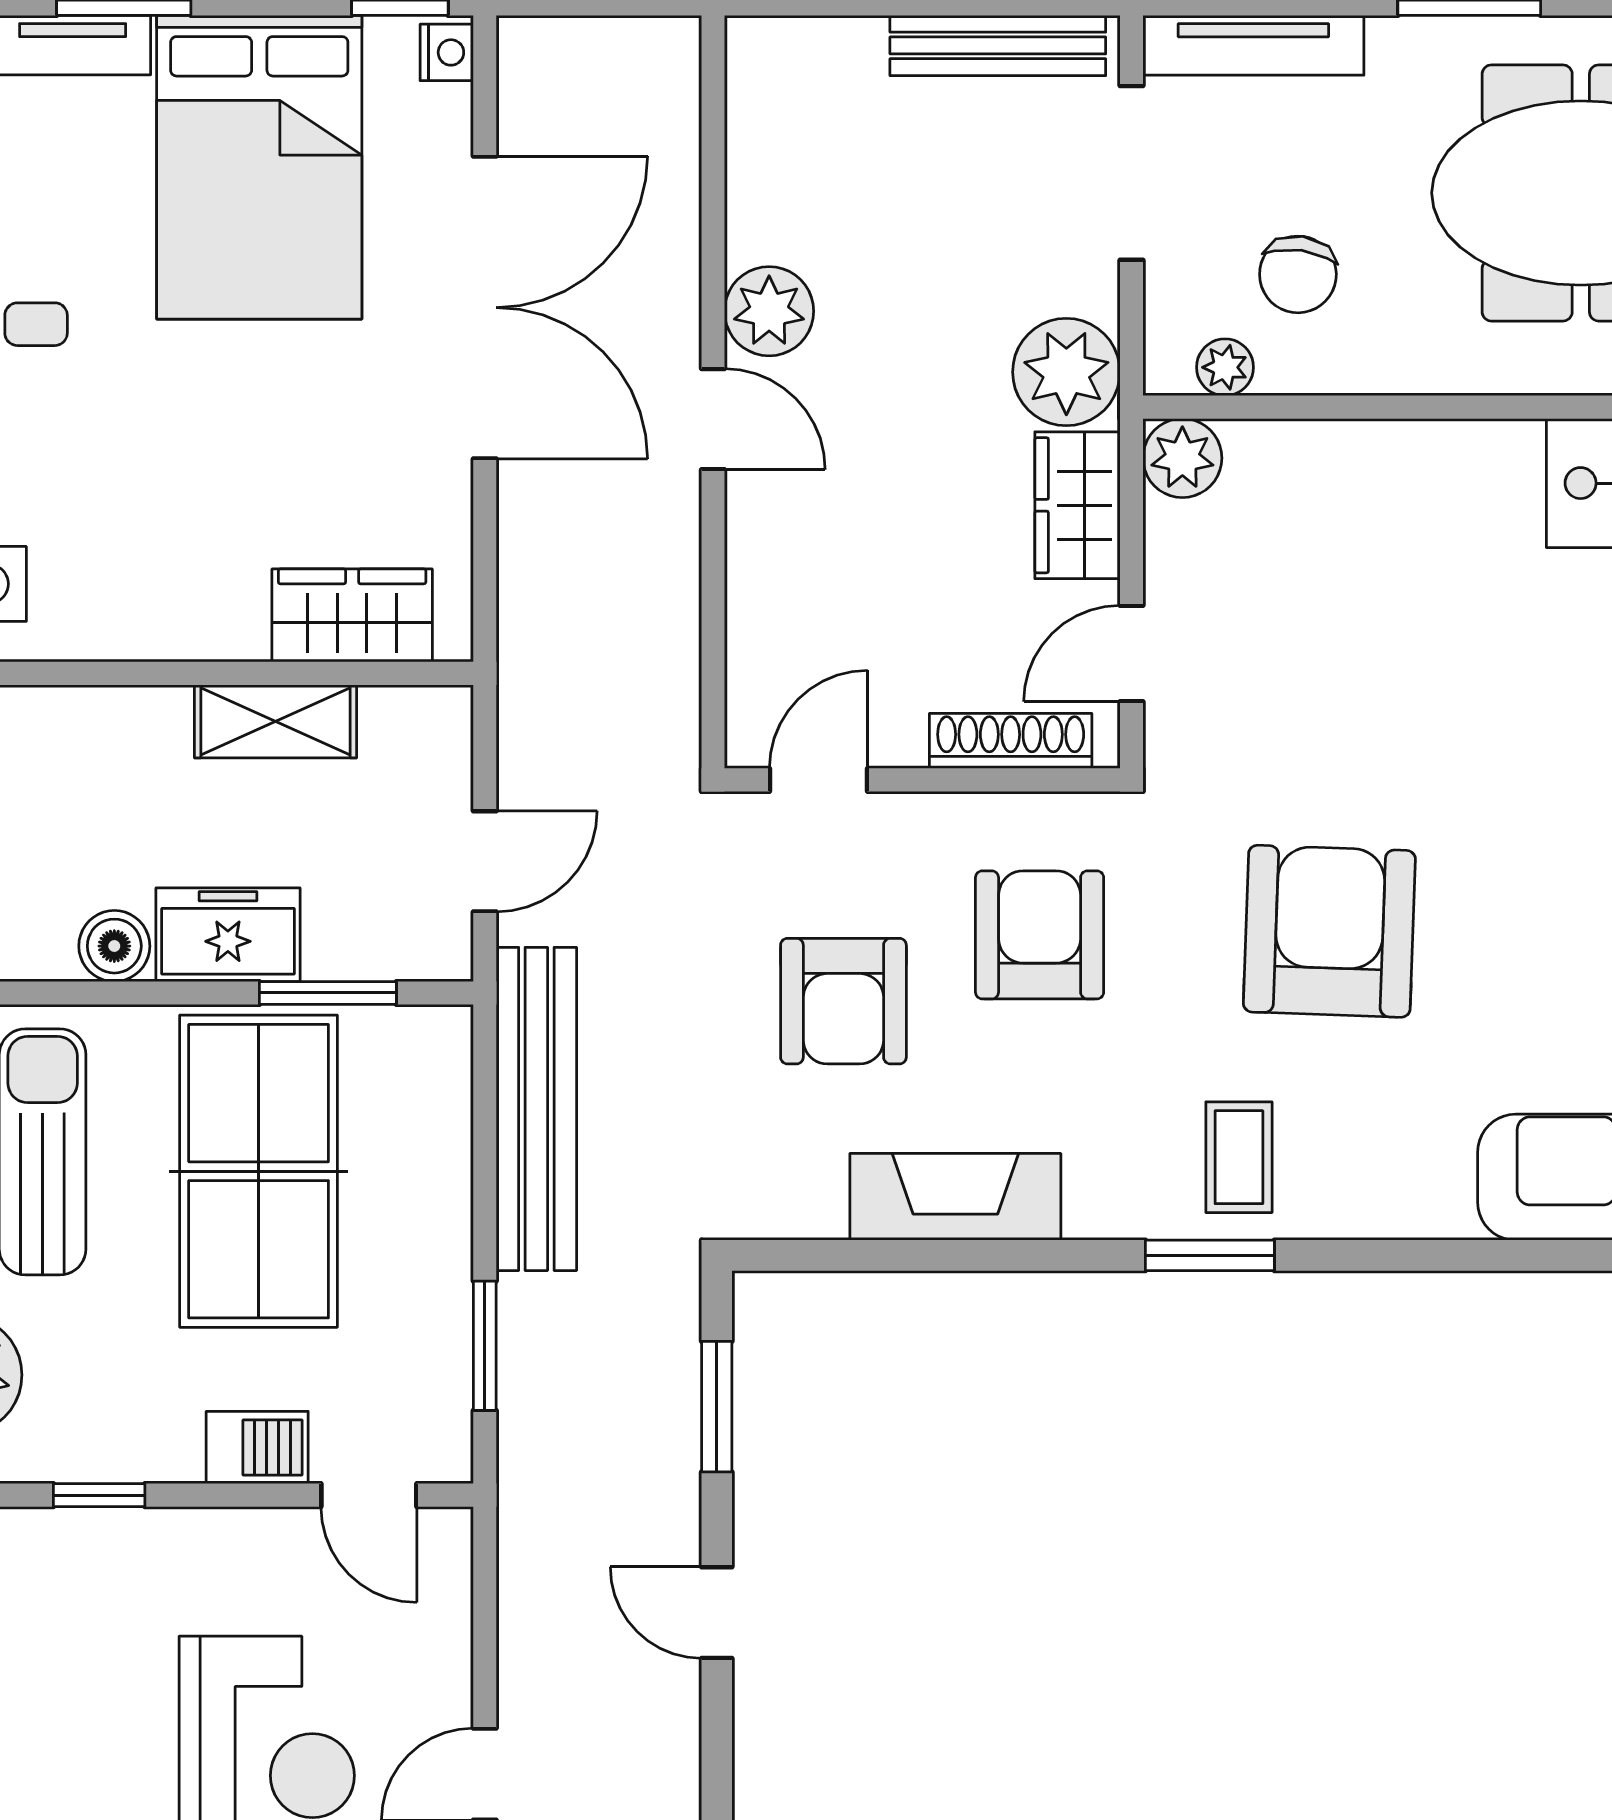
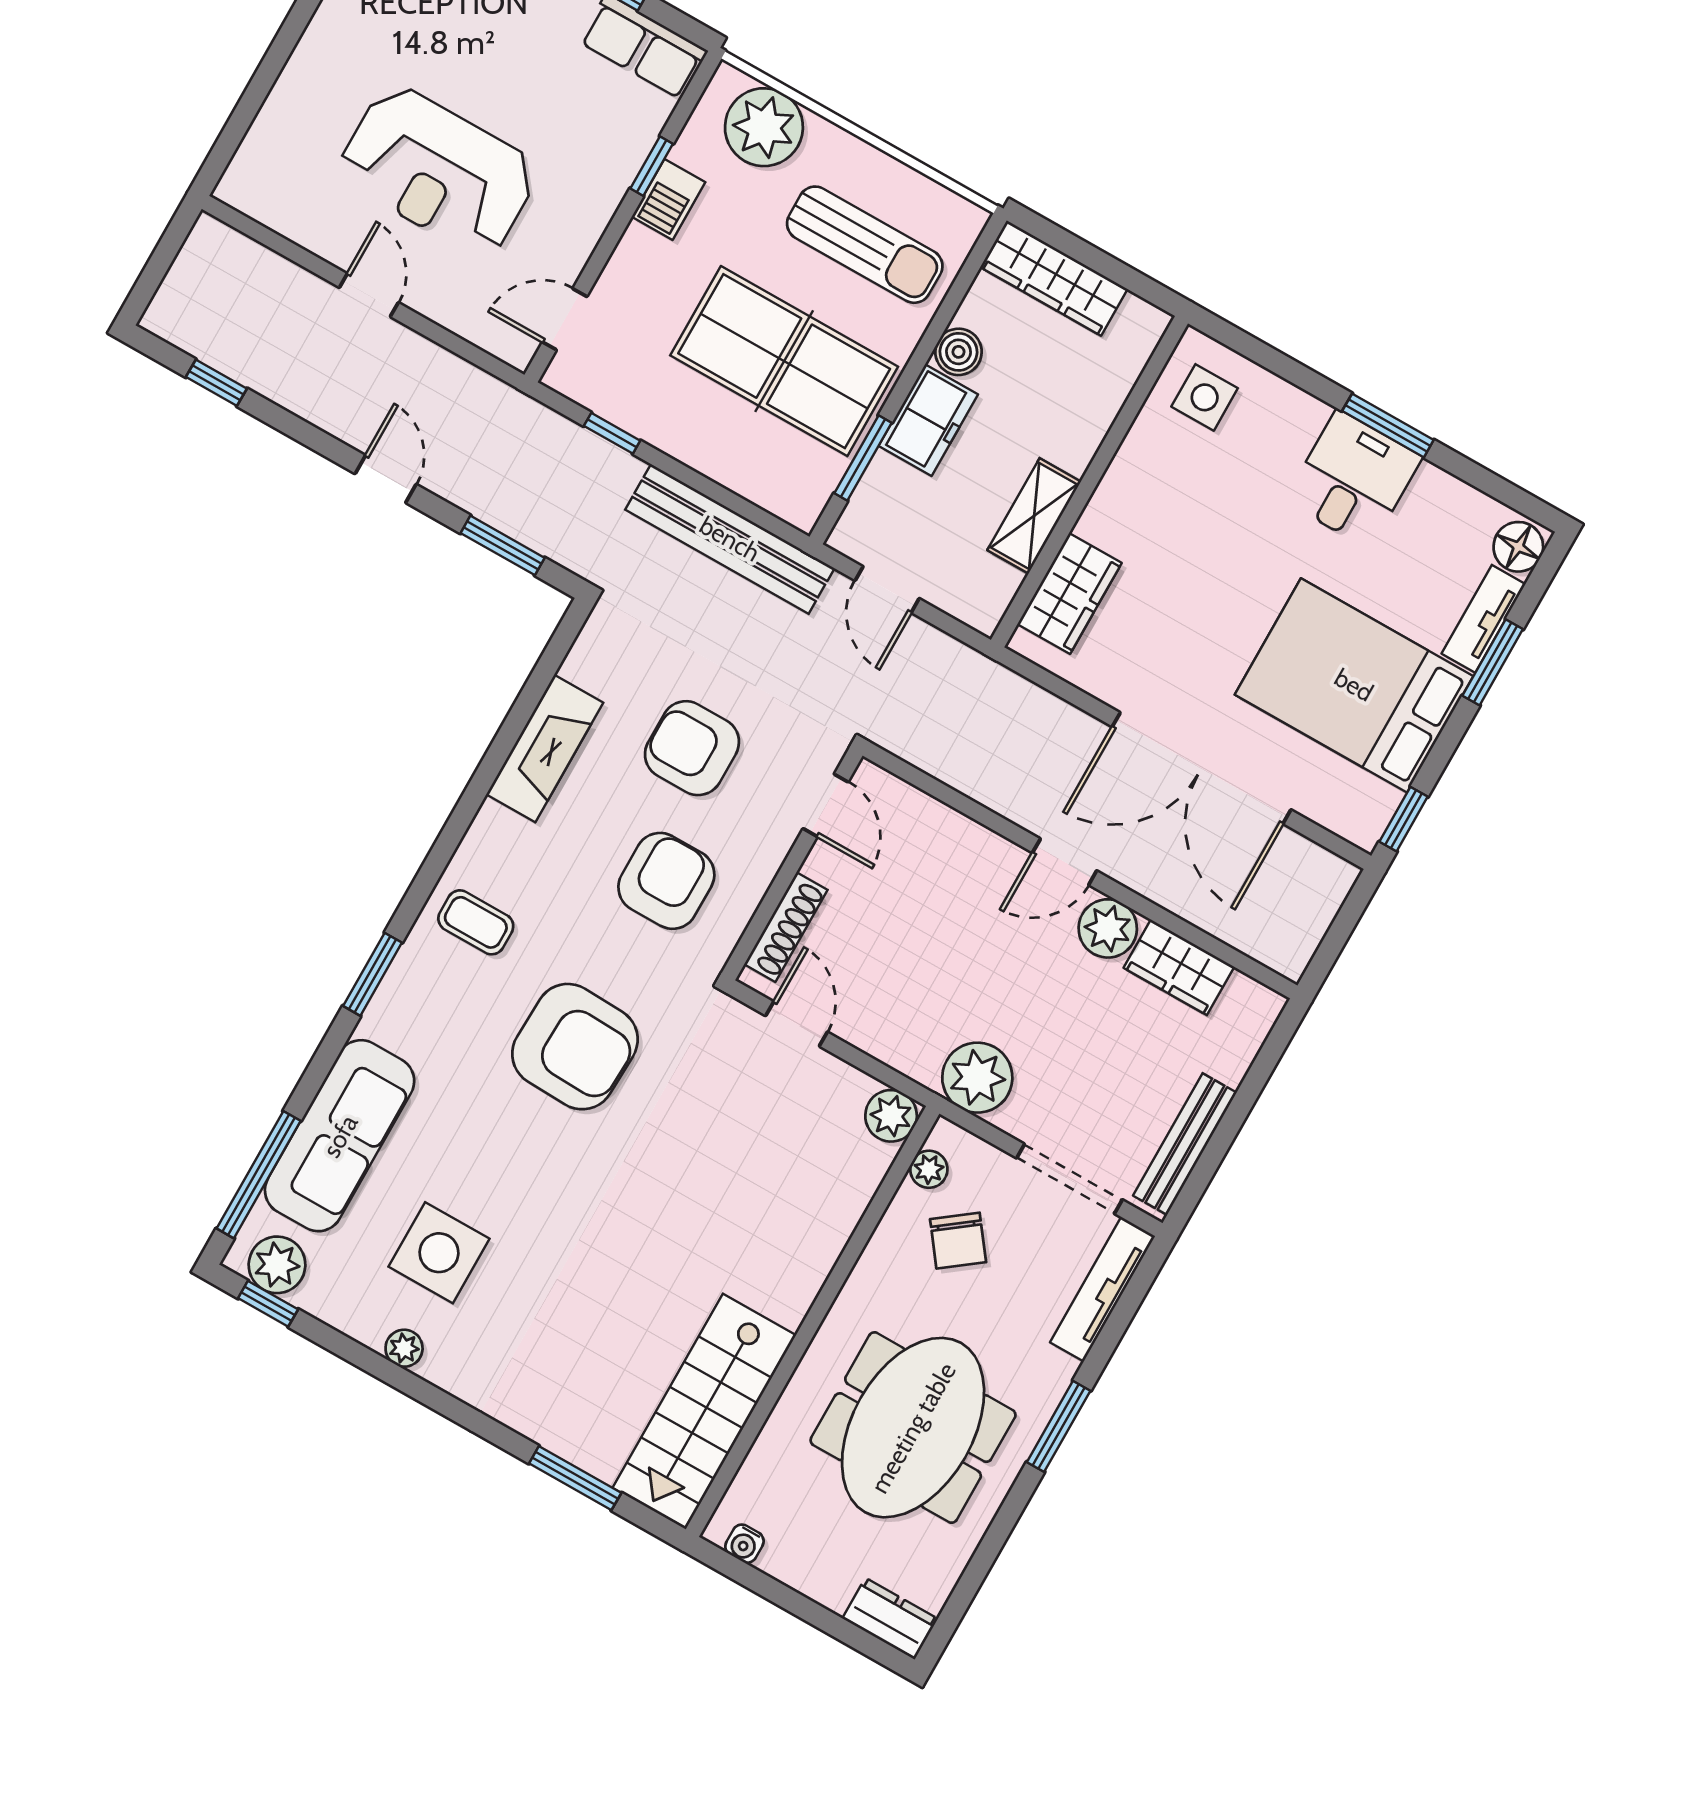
nightstand: (447, 52) -> (1359, 829), removed
chair: (1298, 274) -> (958, 1241), turned -135
wardrobe: (1077, 505) -> (1179, 967), moved, turned 180
armchair: (1040, 935) -> (666, 881), turned -90
window: (1210, 1255) -> (373, 974), moved
window: (485, 1346) -> (612, 433), width x0.67
barbecue: (257, 1447) -> (668, 199), moved
door: (717, 1613) -> (386, 479), hinge flipped

